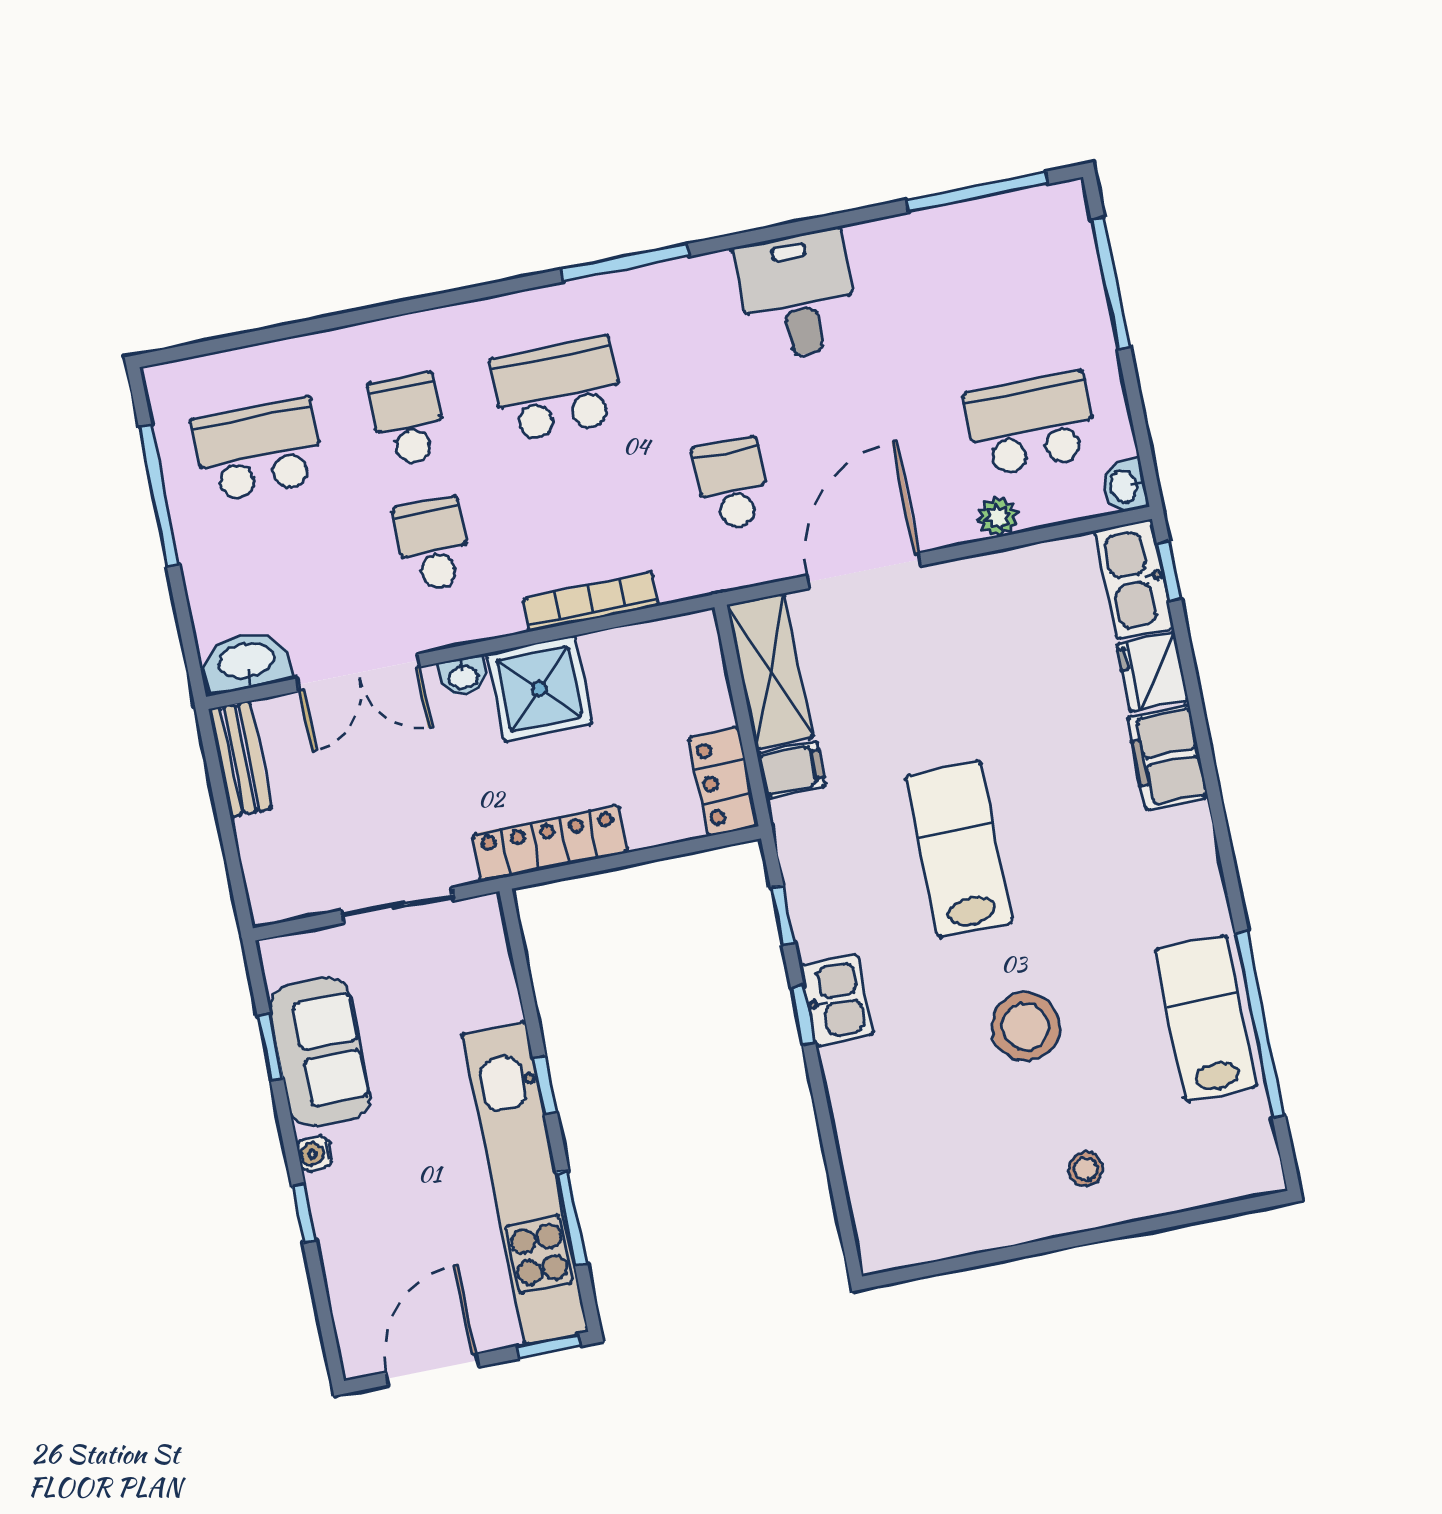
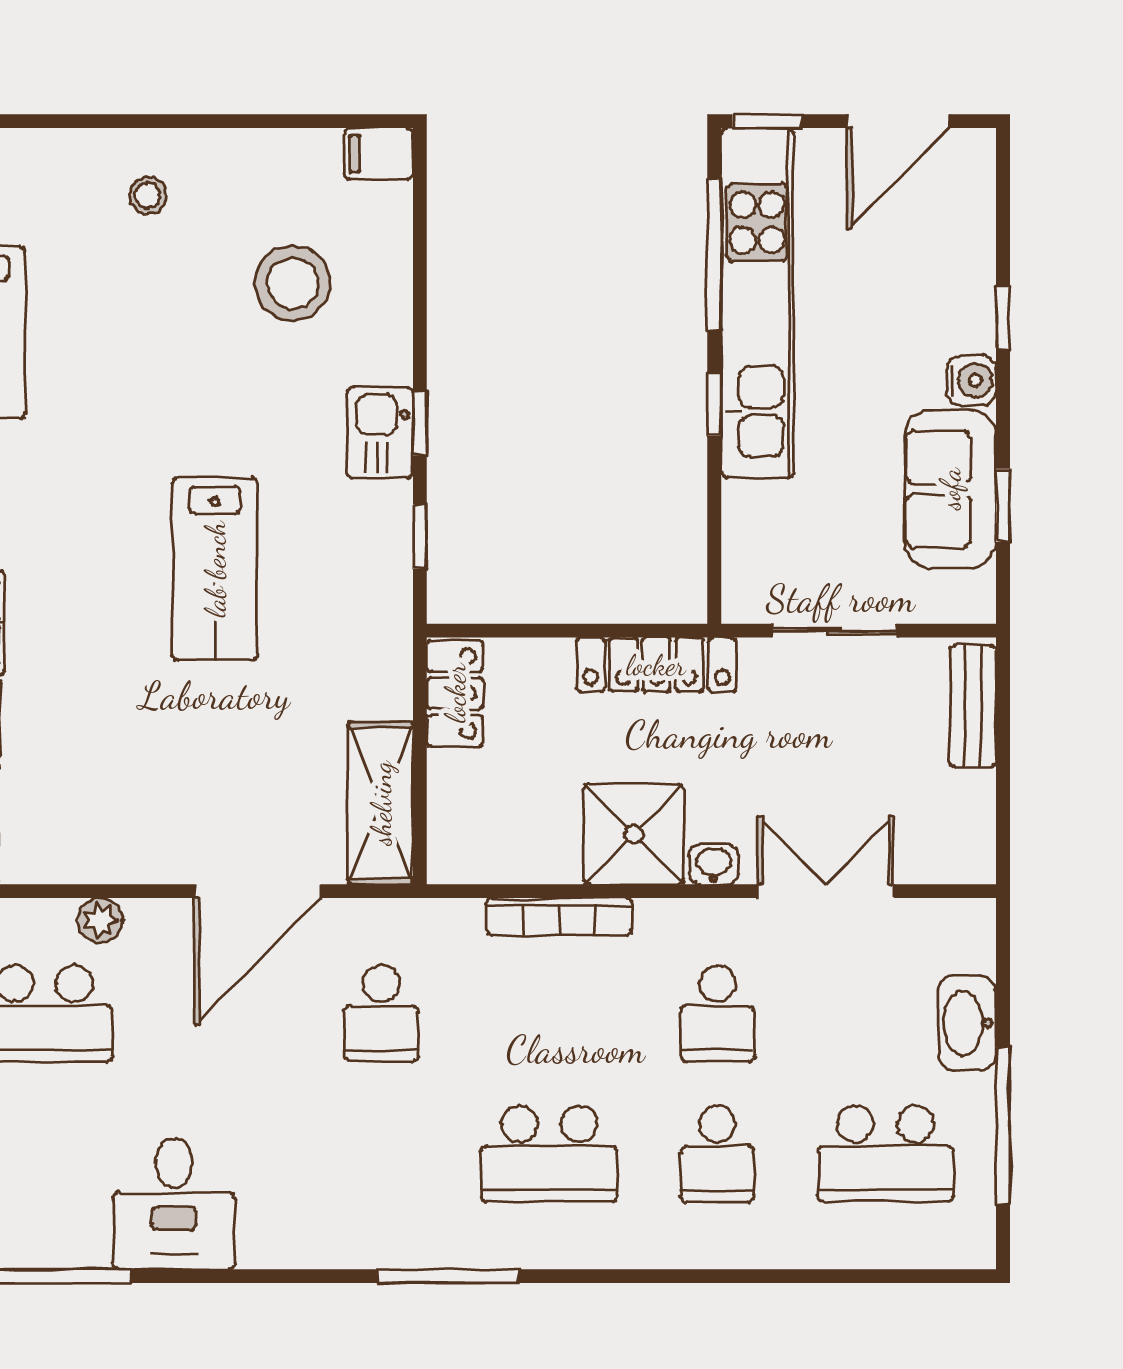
desk: (797, 295) -> (174, 1204), moved
washbasin: (246, 662) -> (967, 1023), moved, turned 90
bench: (240, 759) -> (973, 706), moved
filing cabinet: (791, 770) -> (379, 154), moved
stool: (1025, 1027) -> (293, 283), moved
water cooler: (315, 1154) -> (971, 380), width x1.38, depth x1.38
window: (572, 1218) -> (714, 254), width x1.44

